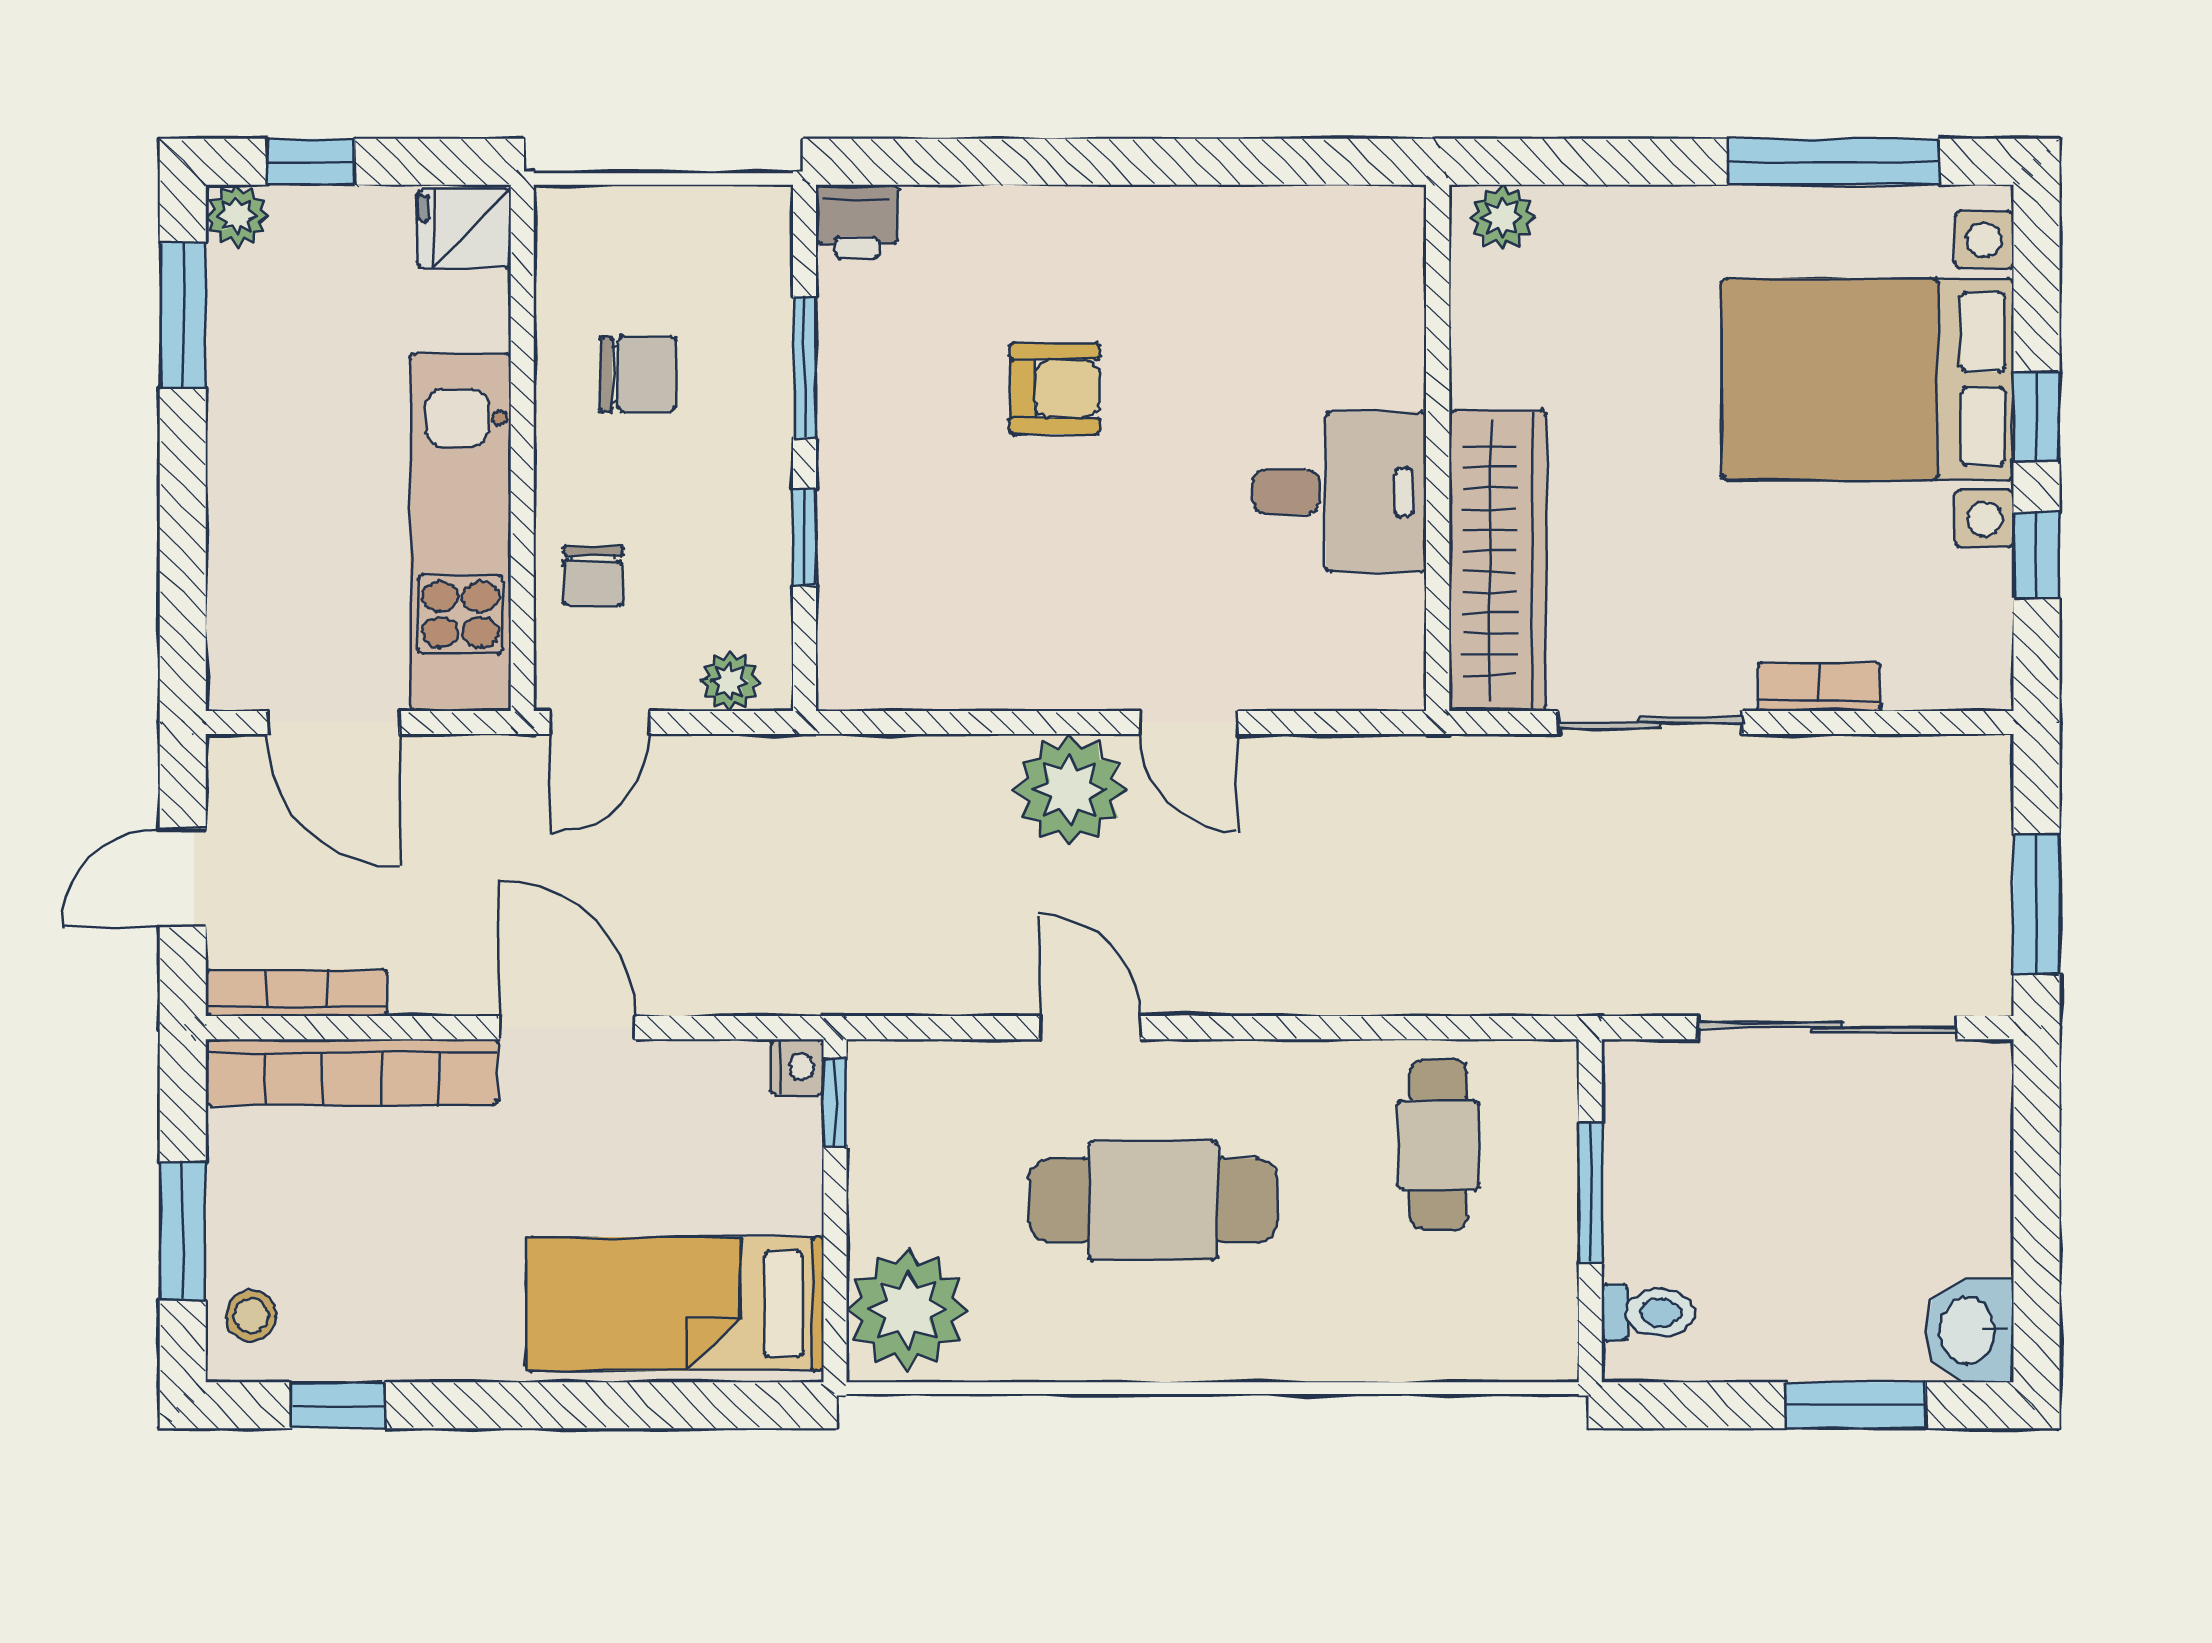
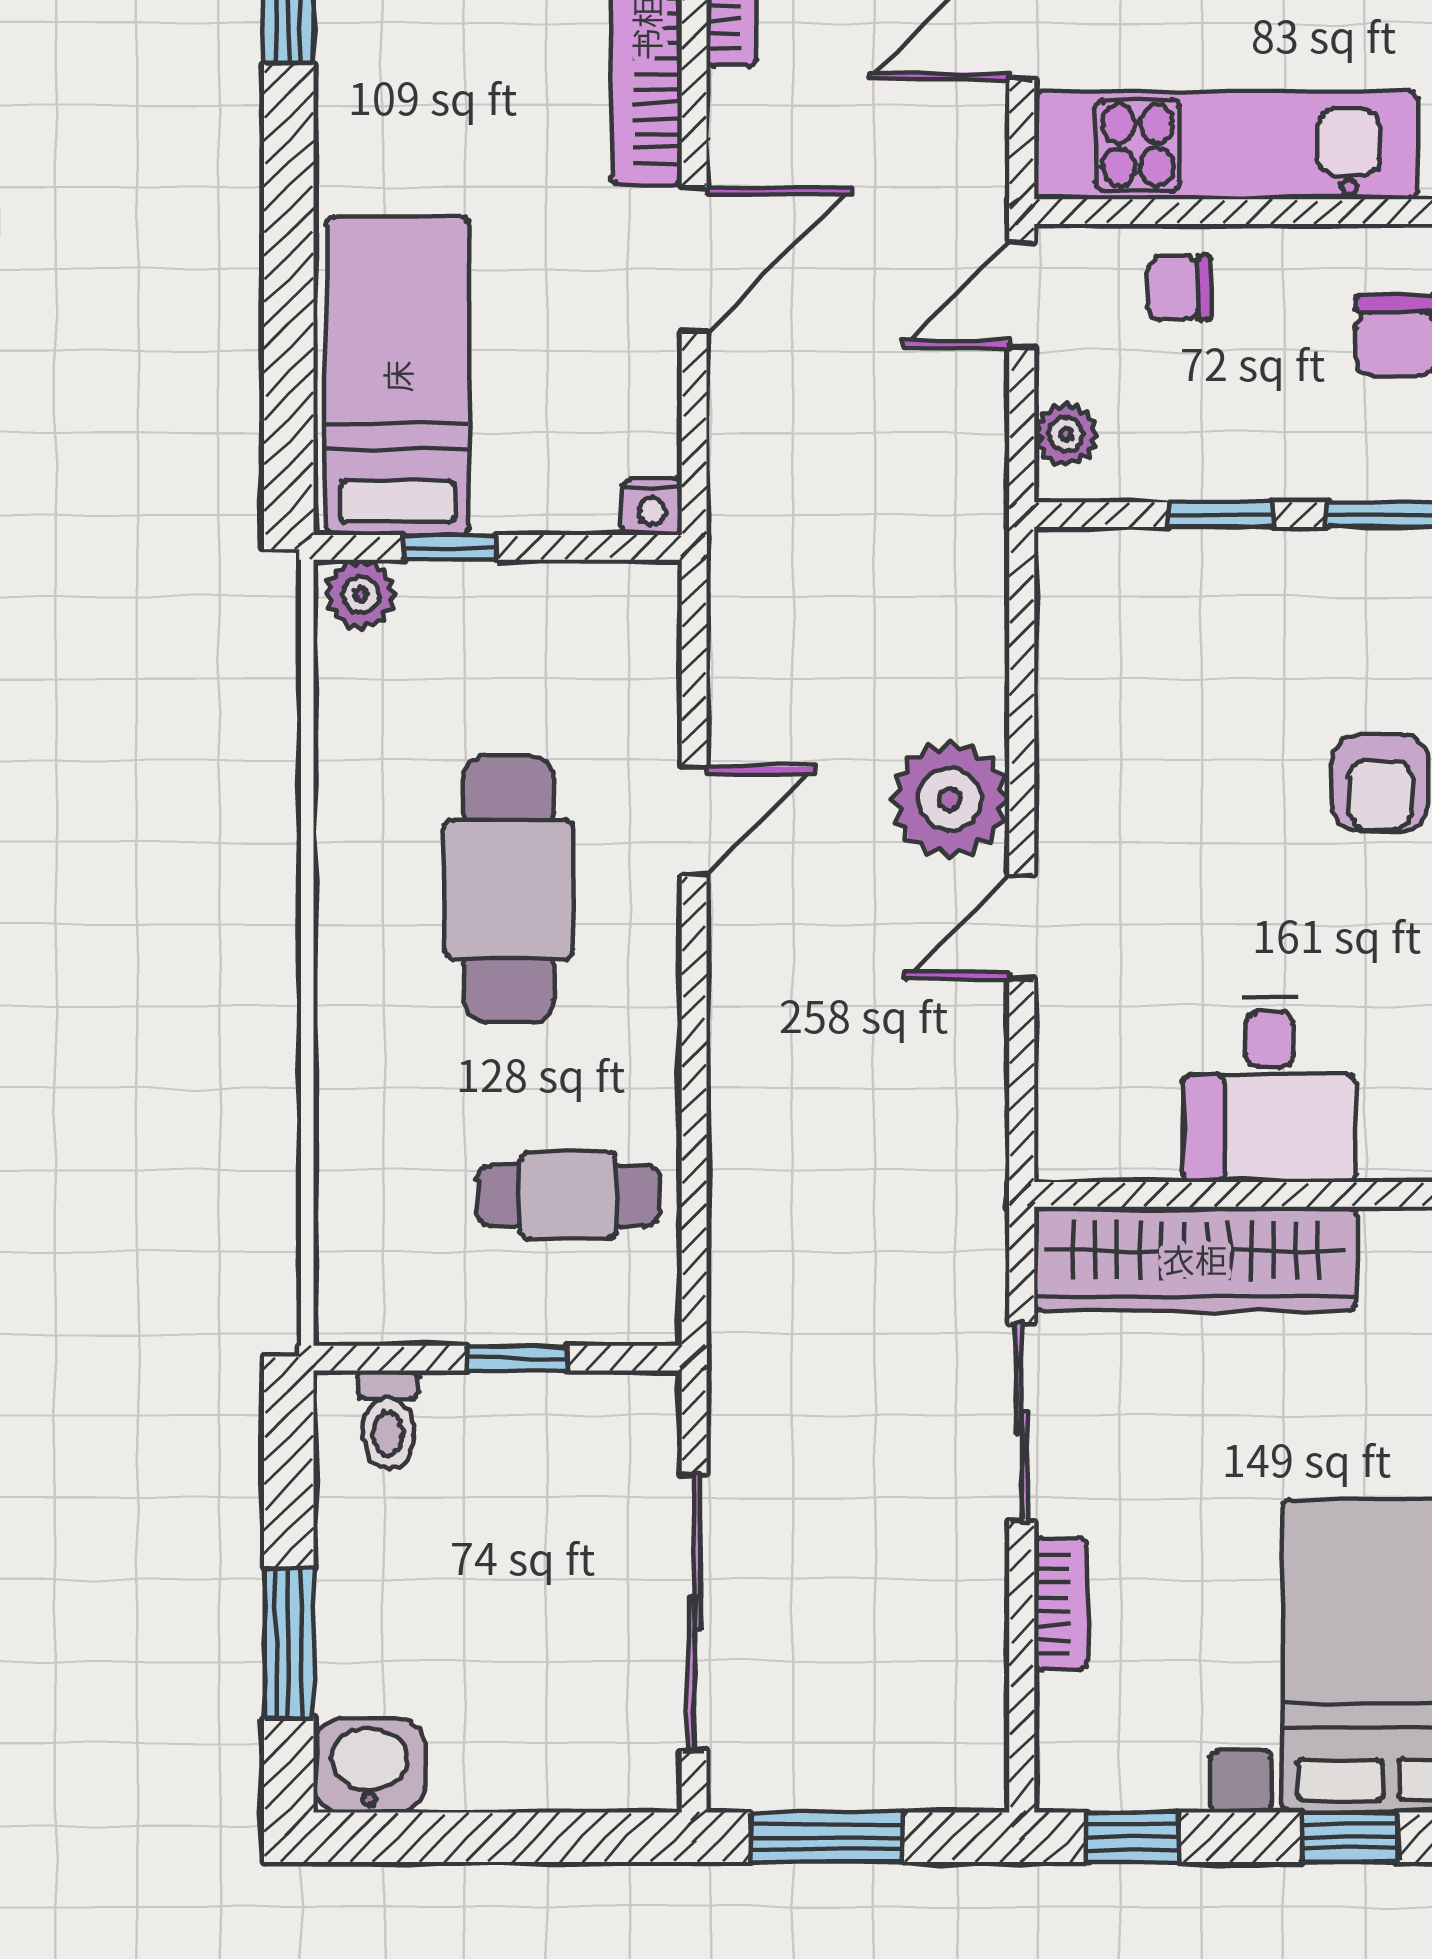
window: (2036, 555) -> (1132, 1837), moved
door: (600, 722) -> (1022, 295), hinge flipped
window: (835, 1103) -> (450, 547), moved
window: (1590, 1193) -> (517, 1358), width x0.67
plant: (907, 1310) -> (361, 594), width x0.53, depth x0.53

